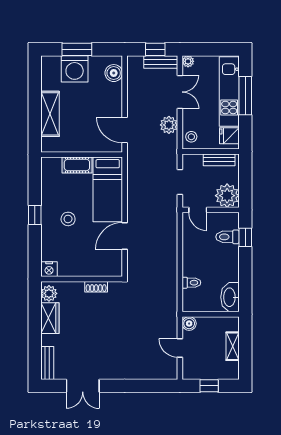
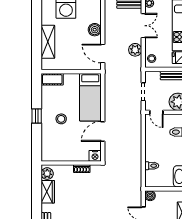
boiler: (114, 73) -> (95, 30), moved
cot: (77, 165) -> (52, 79), moved
nightstand: (49, 269) -> (95, 156), moved

